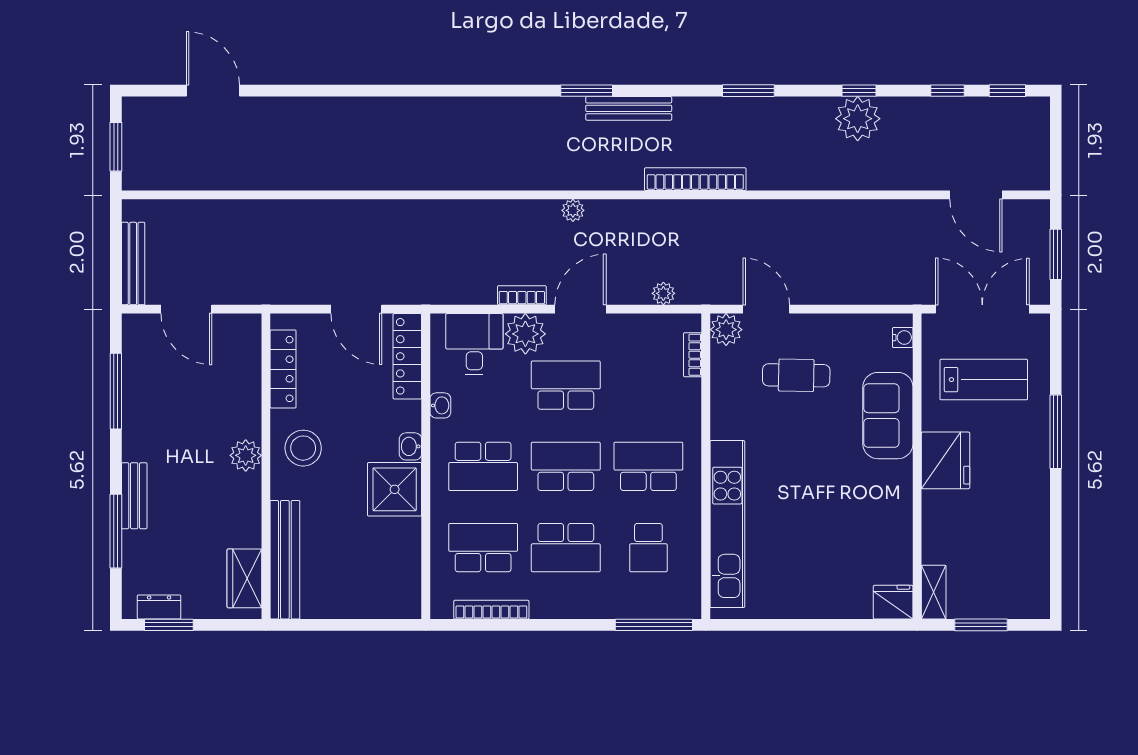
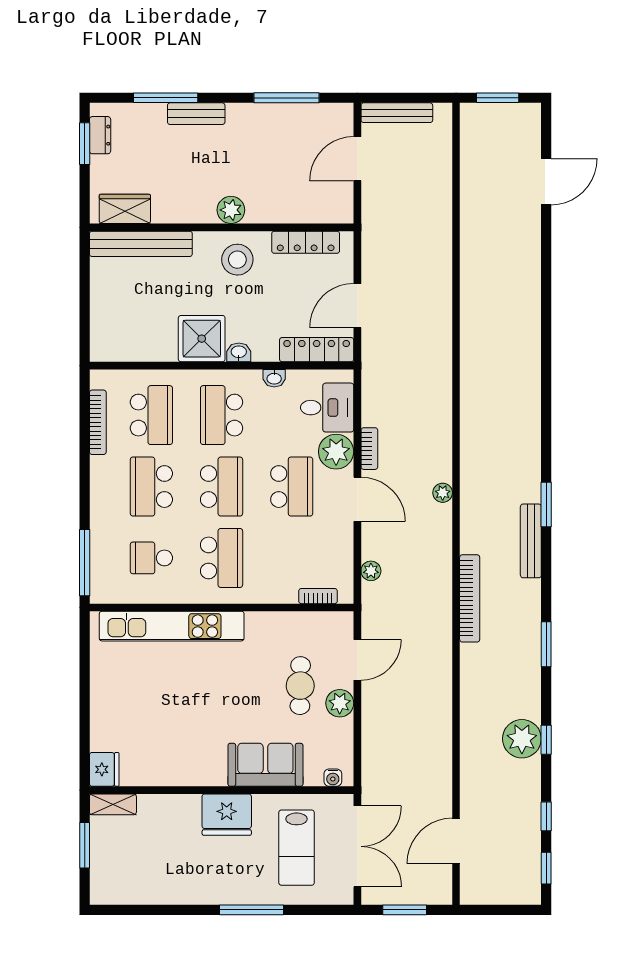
plant: (726, 330) -> (340, 703), moved

